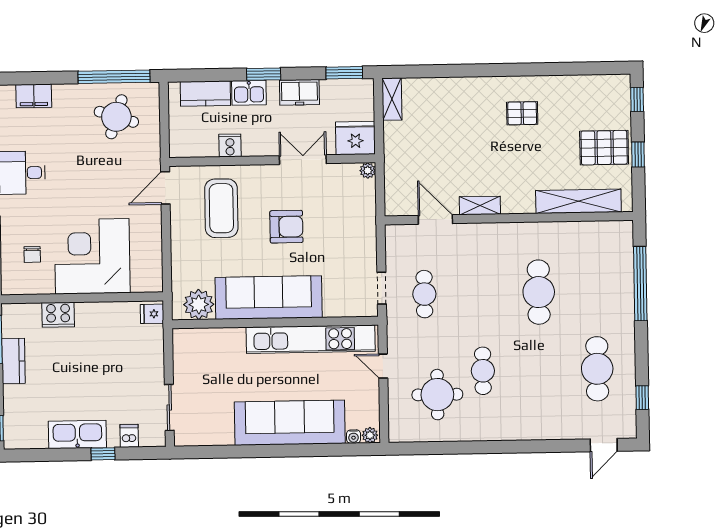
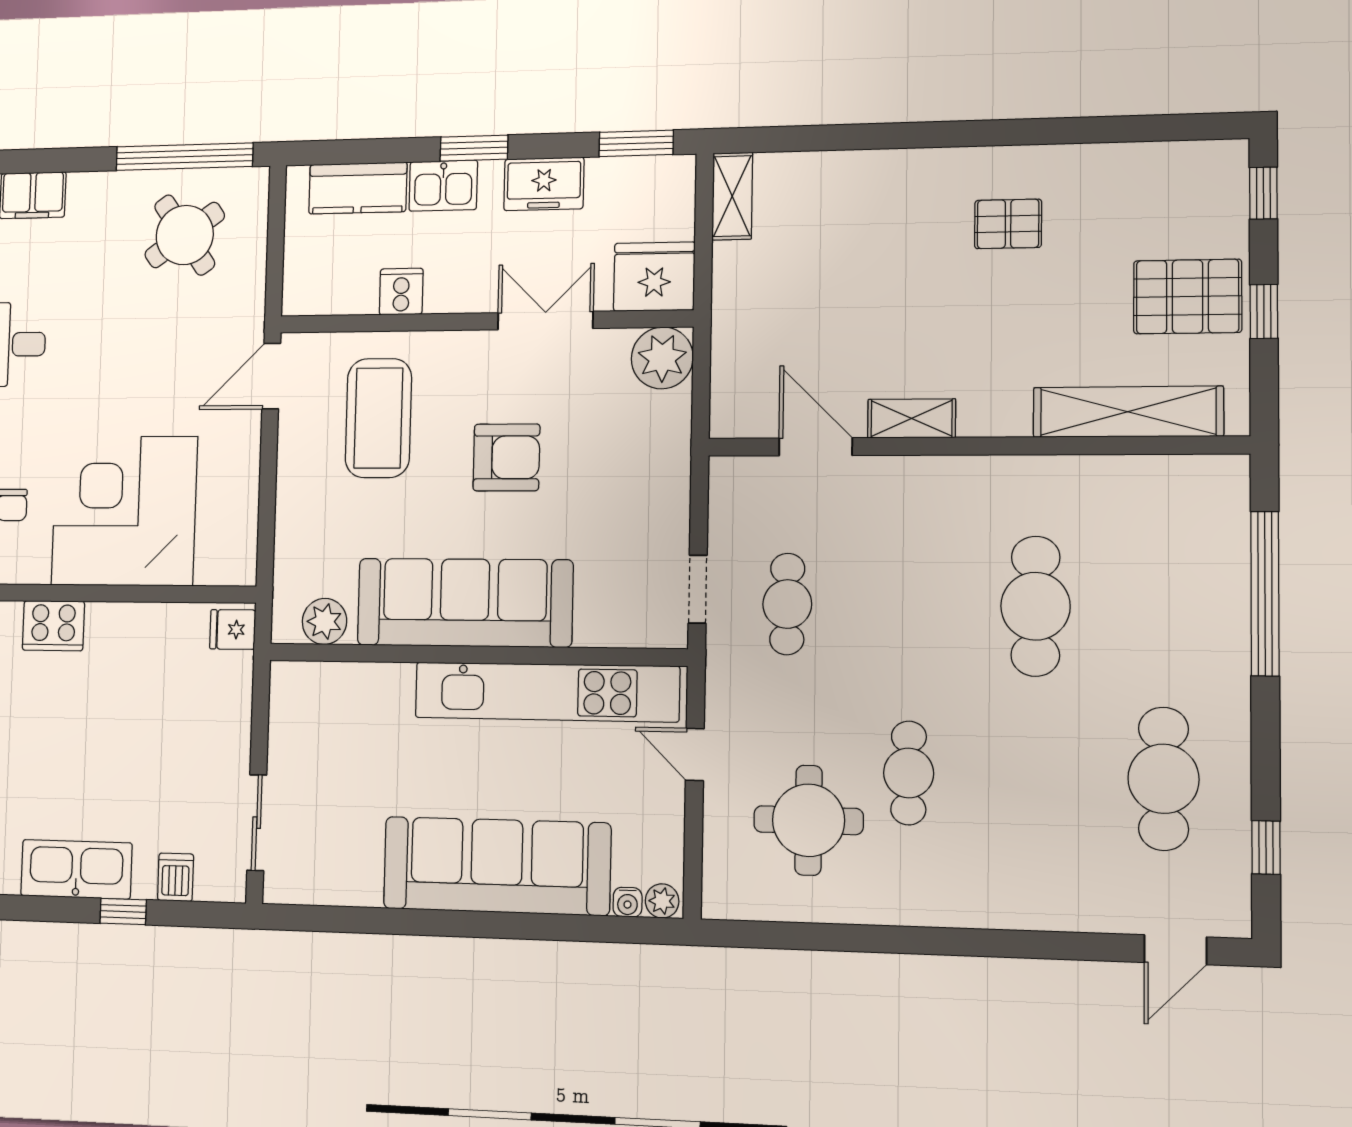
round table: (116, 117) -> (185, 235), turned 37
plant: (368, 171) -> (662, 358), width x1.88, depth x1.88
plant: (199, 304) -> (324, 621), width x0.73, depth x0.73

